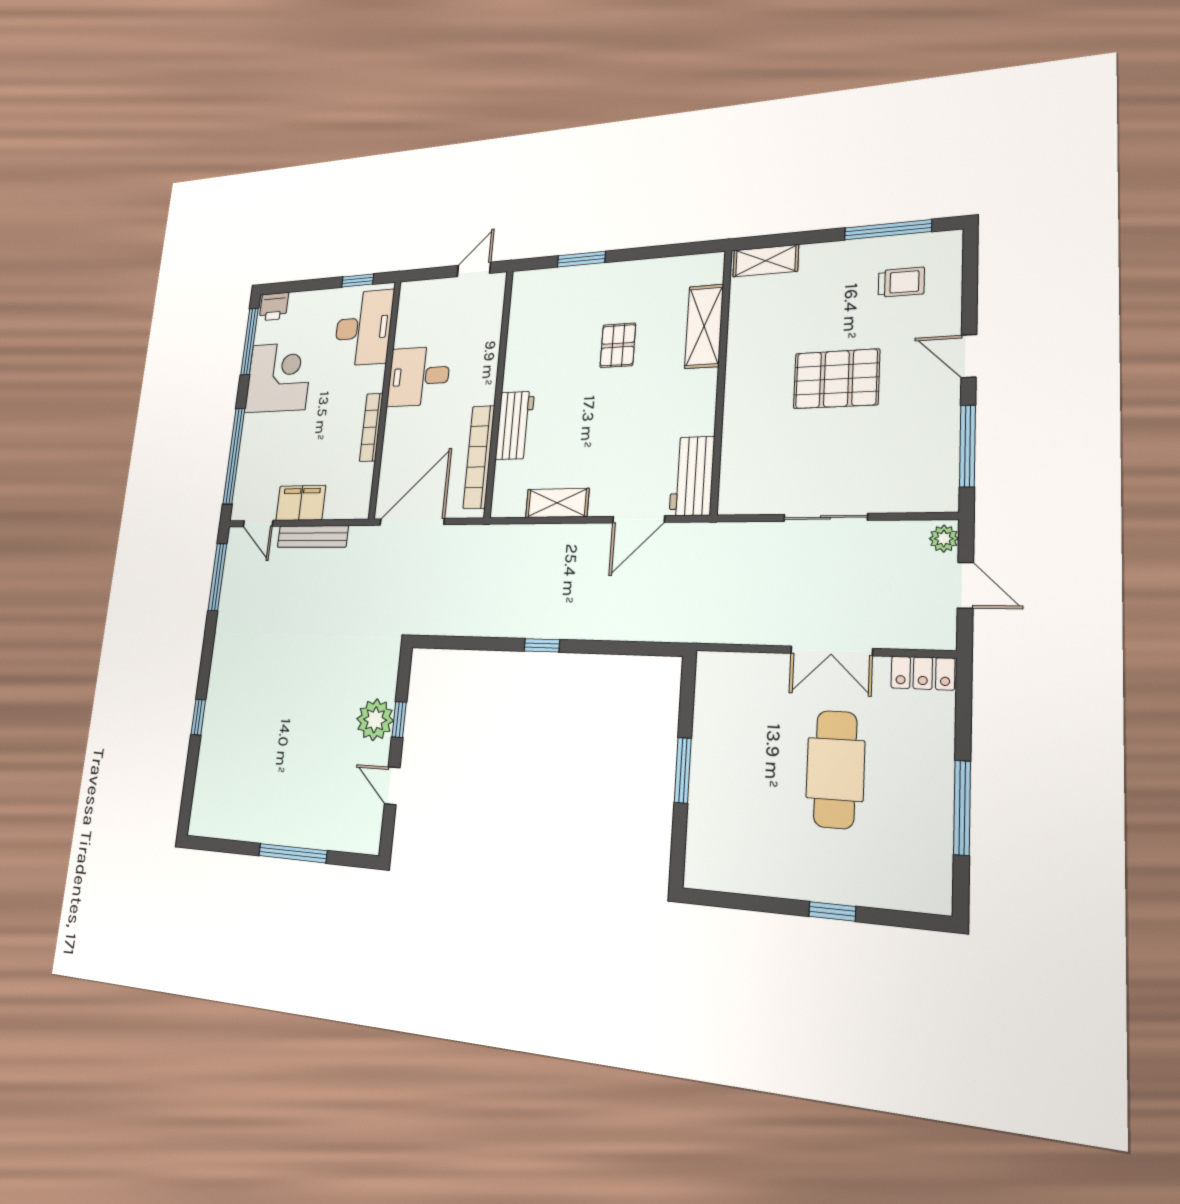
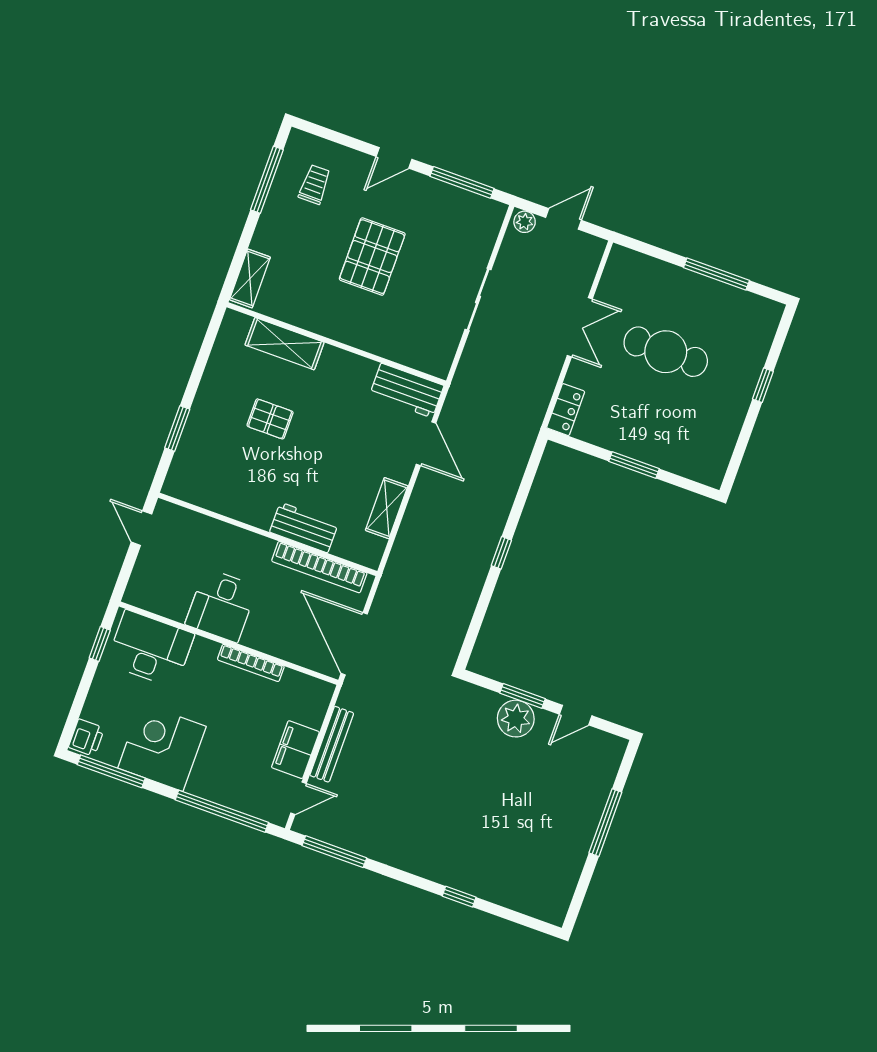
locker: (923, 673) -> (566, 410), moved
window: (399, 720) -> (522, 696), width x1.50

